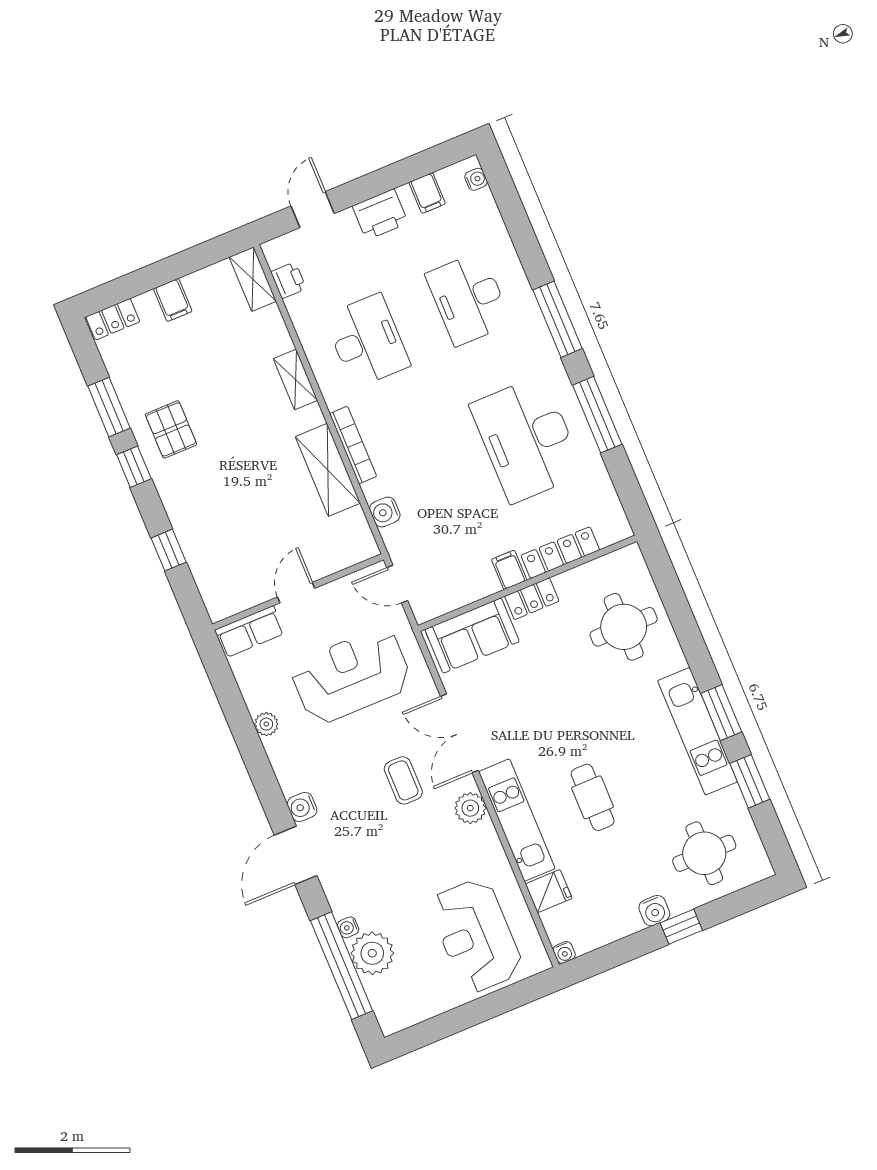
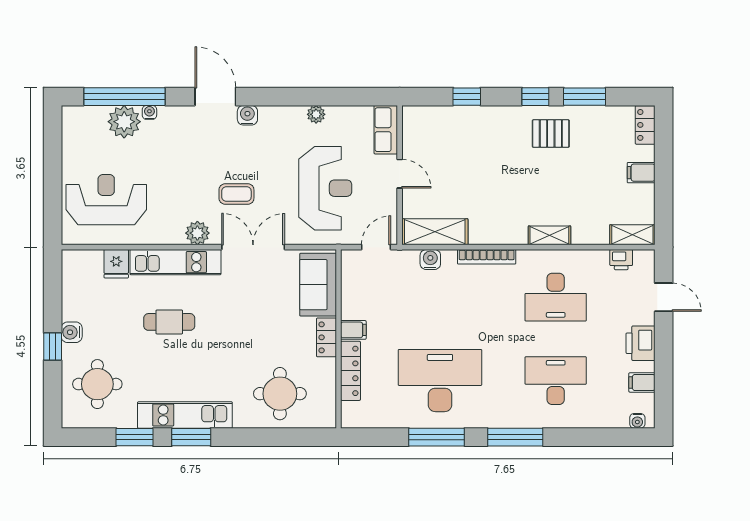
shelving: (328, 470) -> (435, 232), moved
water cooler: (564, 952) -> (69, 257), removed

